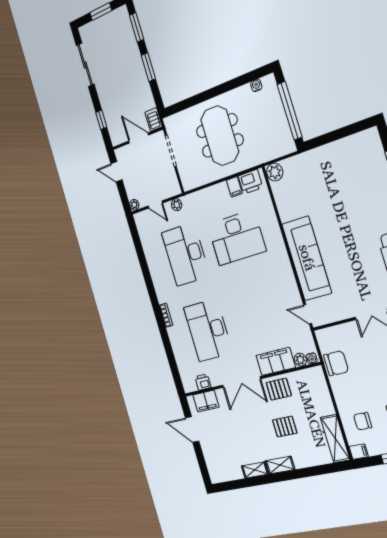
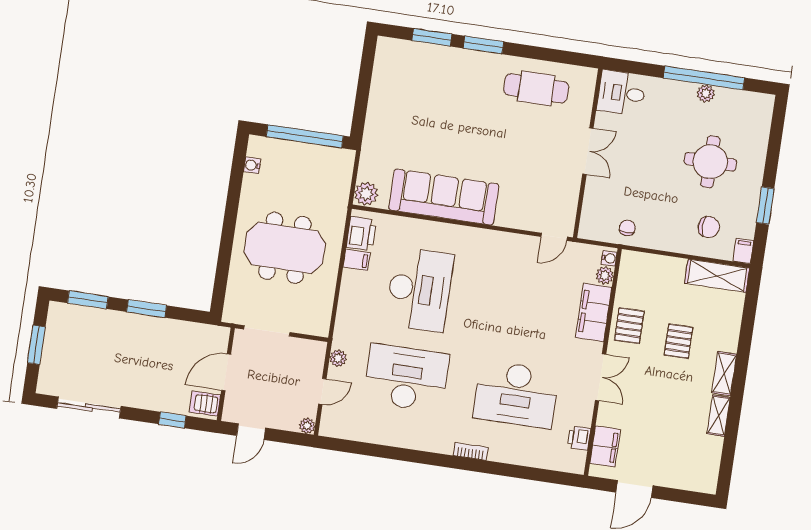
server rack: (154, 119) -> (205, 404), moved
desk: (186, 254) -> (406, 378), turned 180
sofa: (307, 258) -> (444, 197), moved
chair: (336, 363) -> (627, 228), width x0.54, depth x0.54
double door: (241, 382) -> (601, 377), width x0.73
chair: (363, 421) -> (709, 227), turned -90

